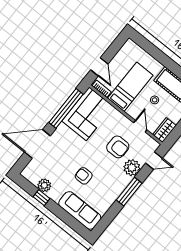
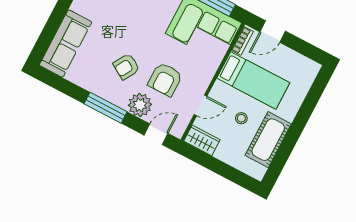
door: (154, 161) -> (156, 134), swing flipped
armchair: (84, 176) -> (126, 67), moved, turned -149

